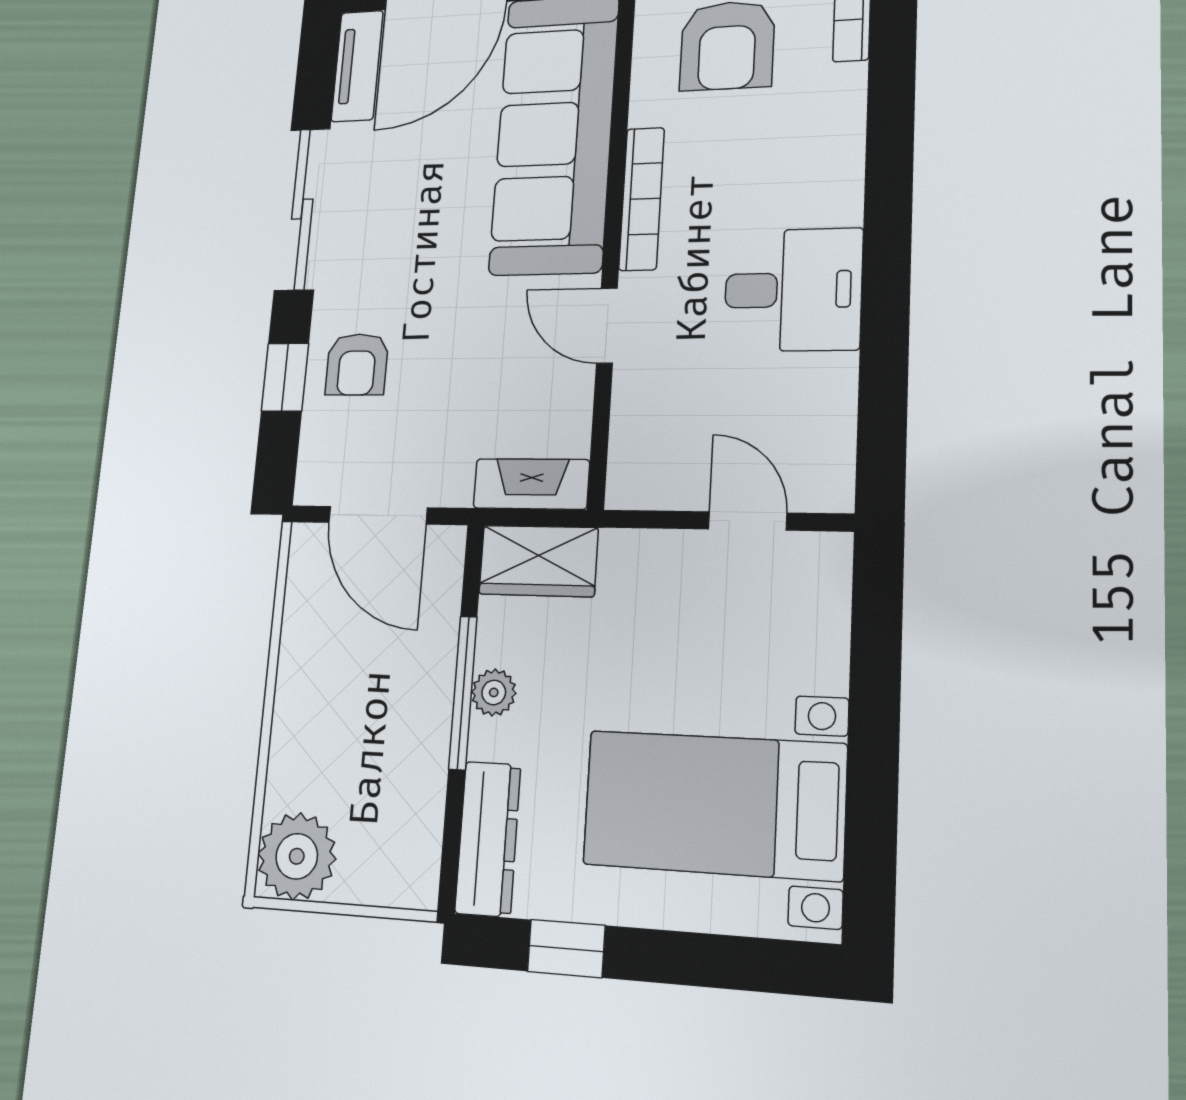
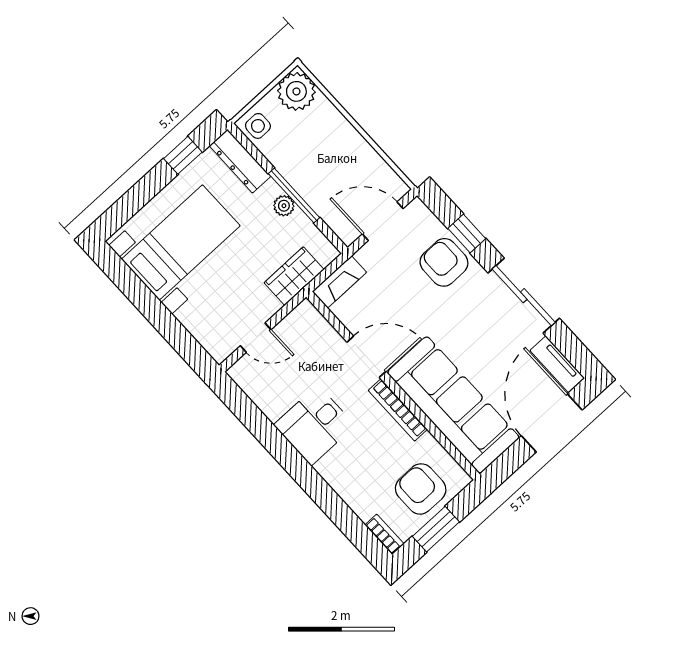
door: (607, 326) -> (366, 357), width x1.38
armchair: (357, 364) -> (444, 262), width x1.38, depth x1.38
wardrobe: (538, 561) -> (294, 276), moved
side table: (405, 865) -> (258, 126), added

